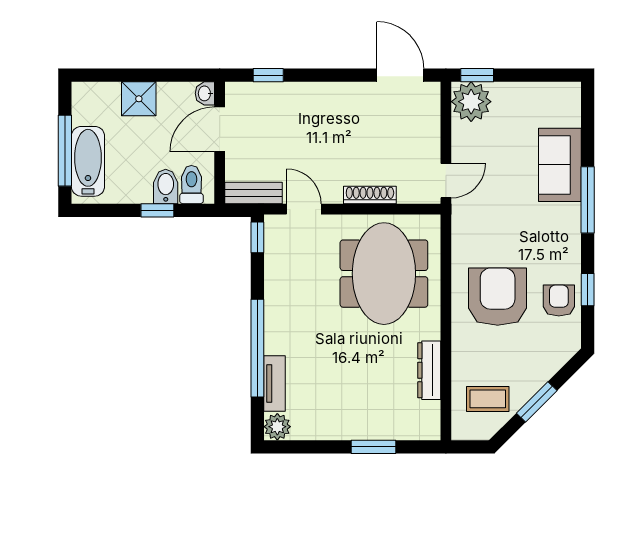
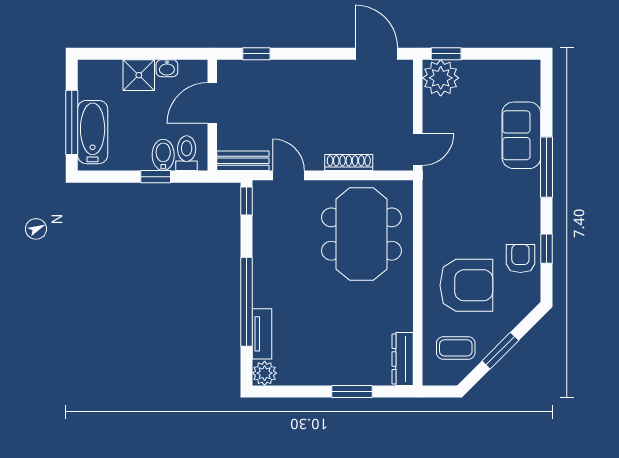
washbasin: (205, 93) -> (167, 68), moved, turned -90
armchair: (498, 297) -> (466, 285), moved, turned 90
dresser: (429, 370) -> (403, 359), moved

